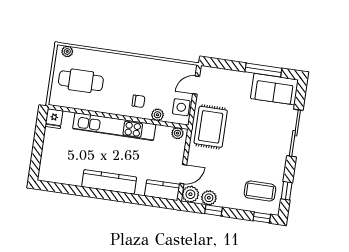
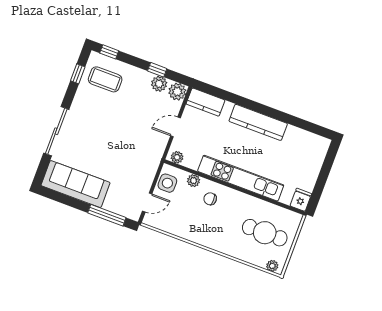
window: (263, 70) -> (107, 215), moved
sofa: (274, 89) -> (75, 184), width x1.36
rug: (211, 127) -> (141, 156), removed
door: (183, 174) -> (175, 127), moved

